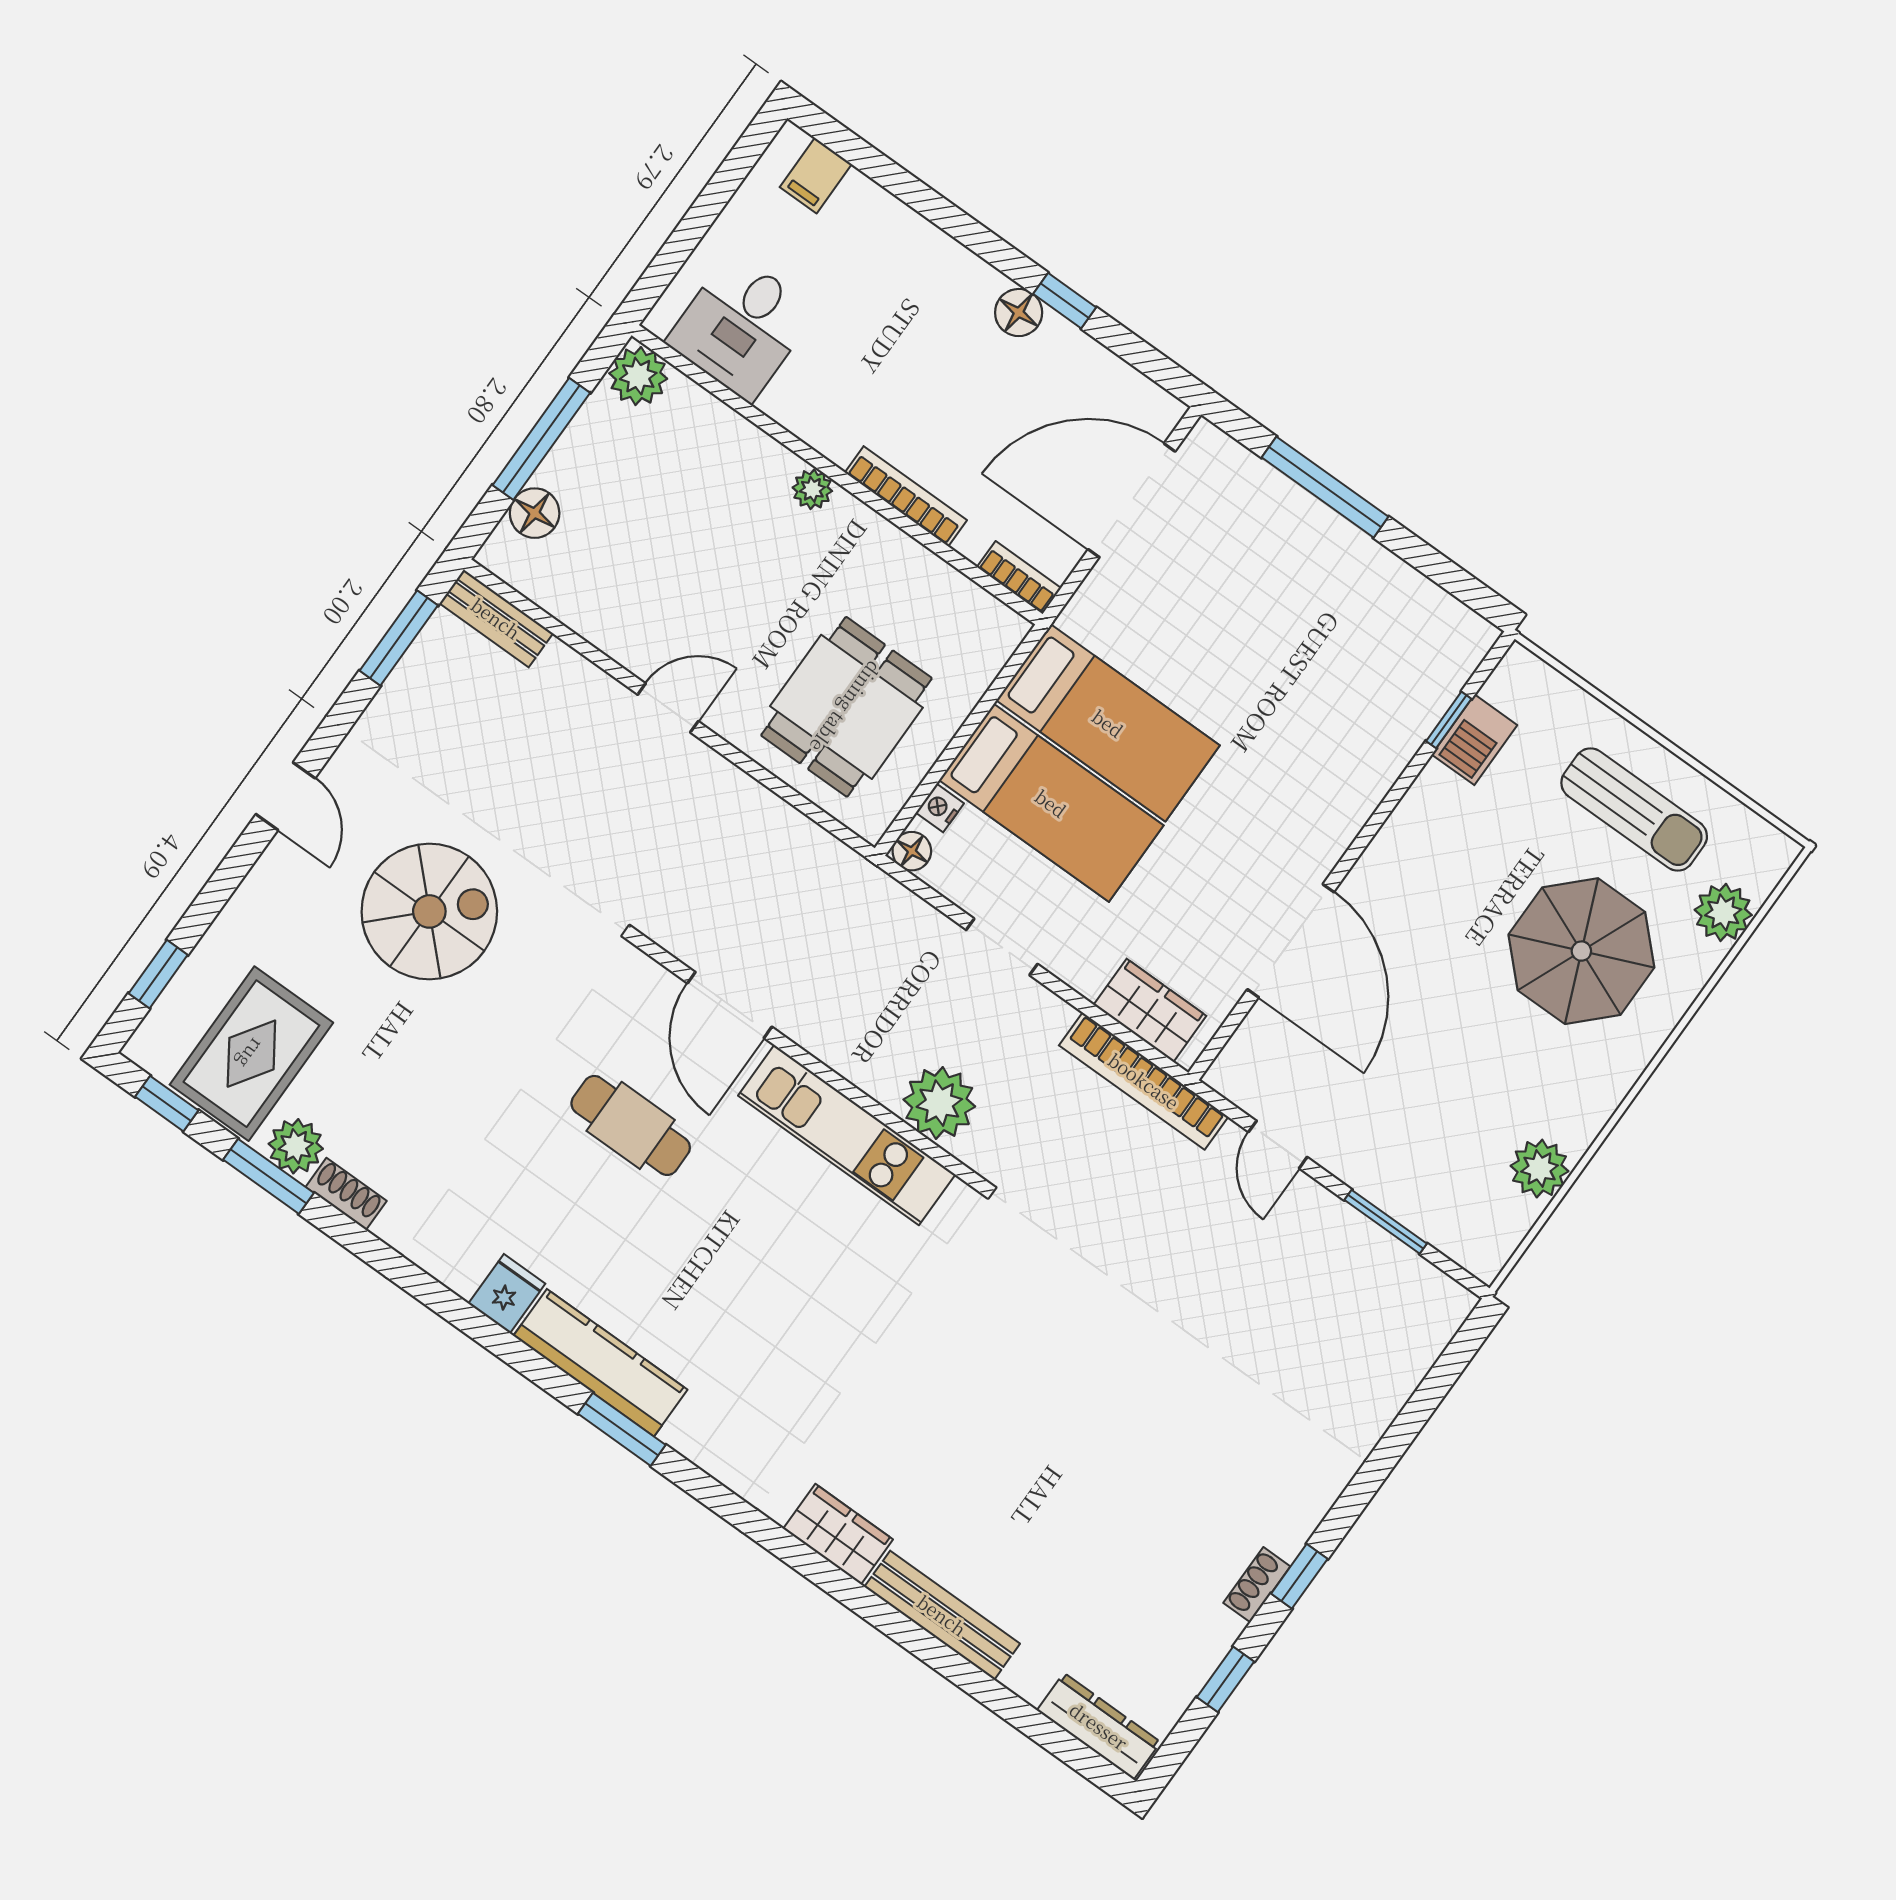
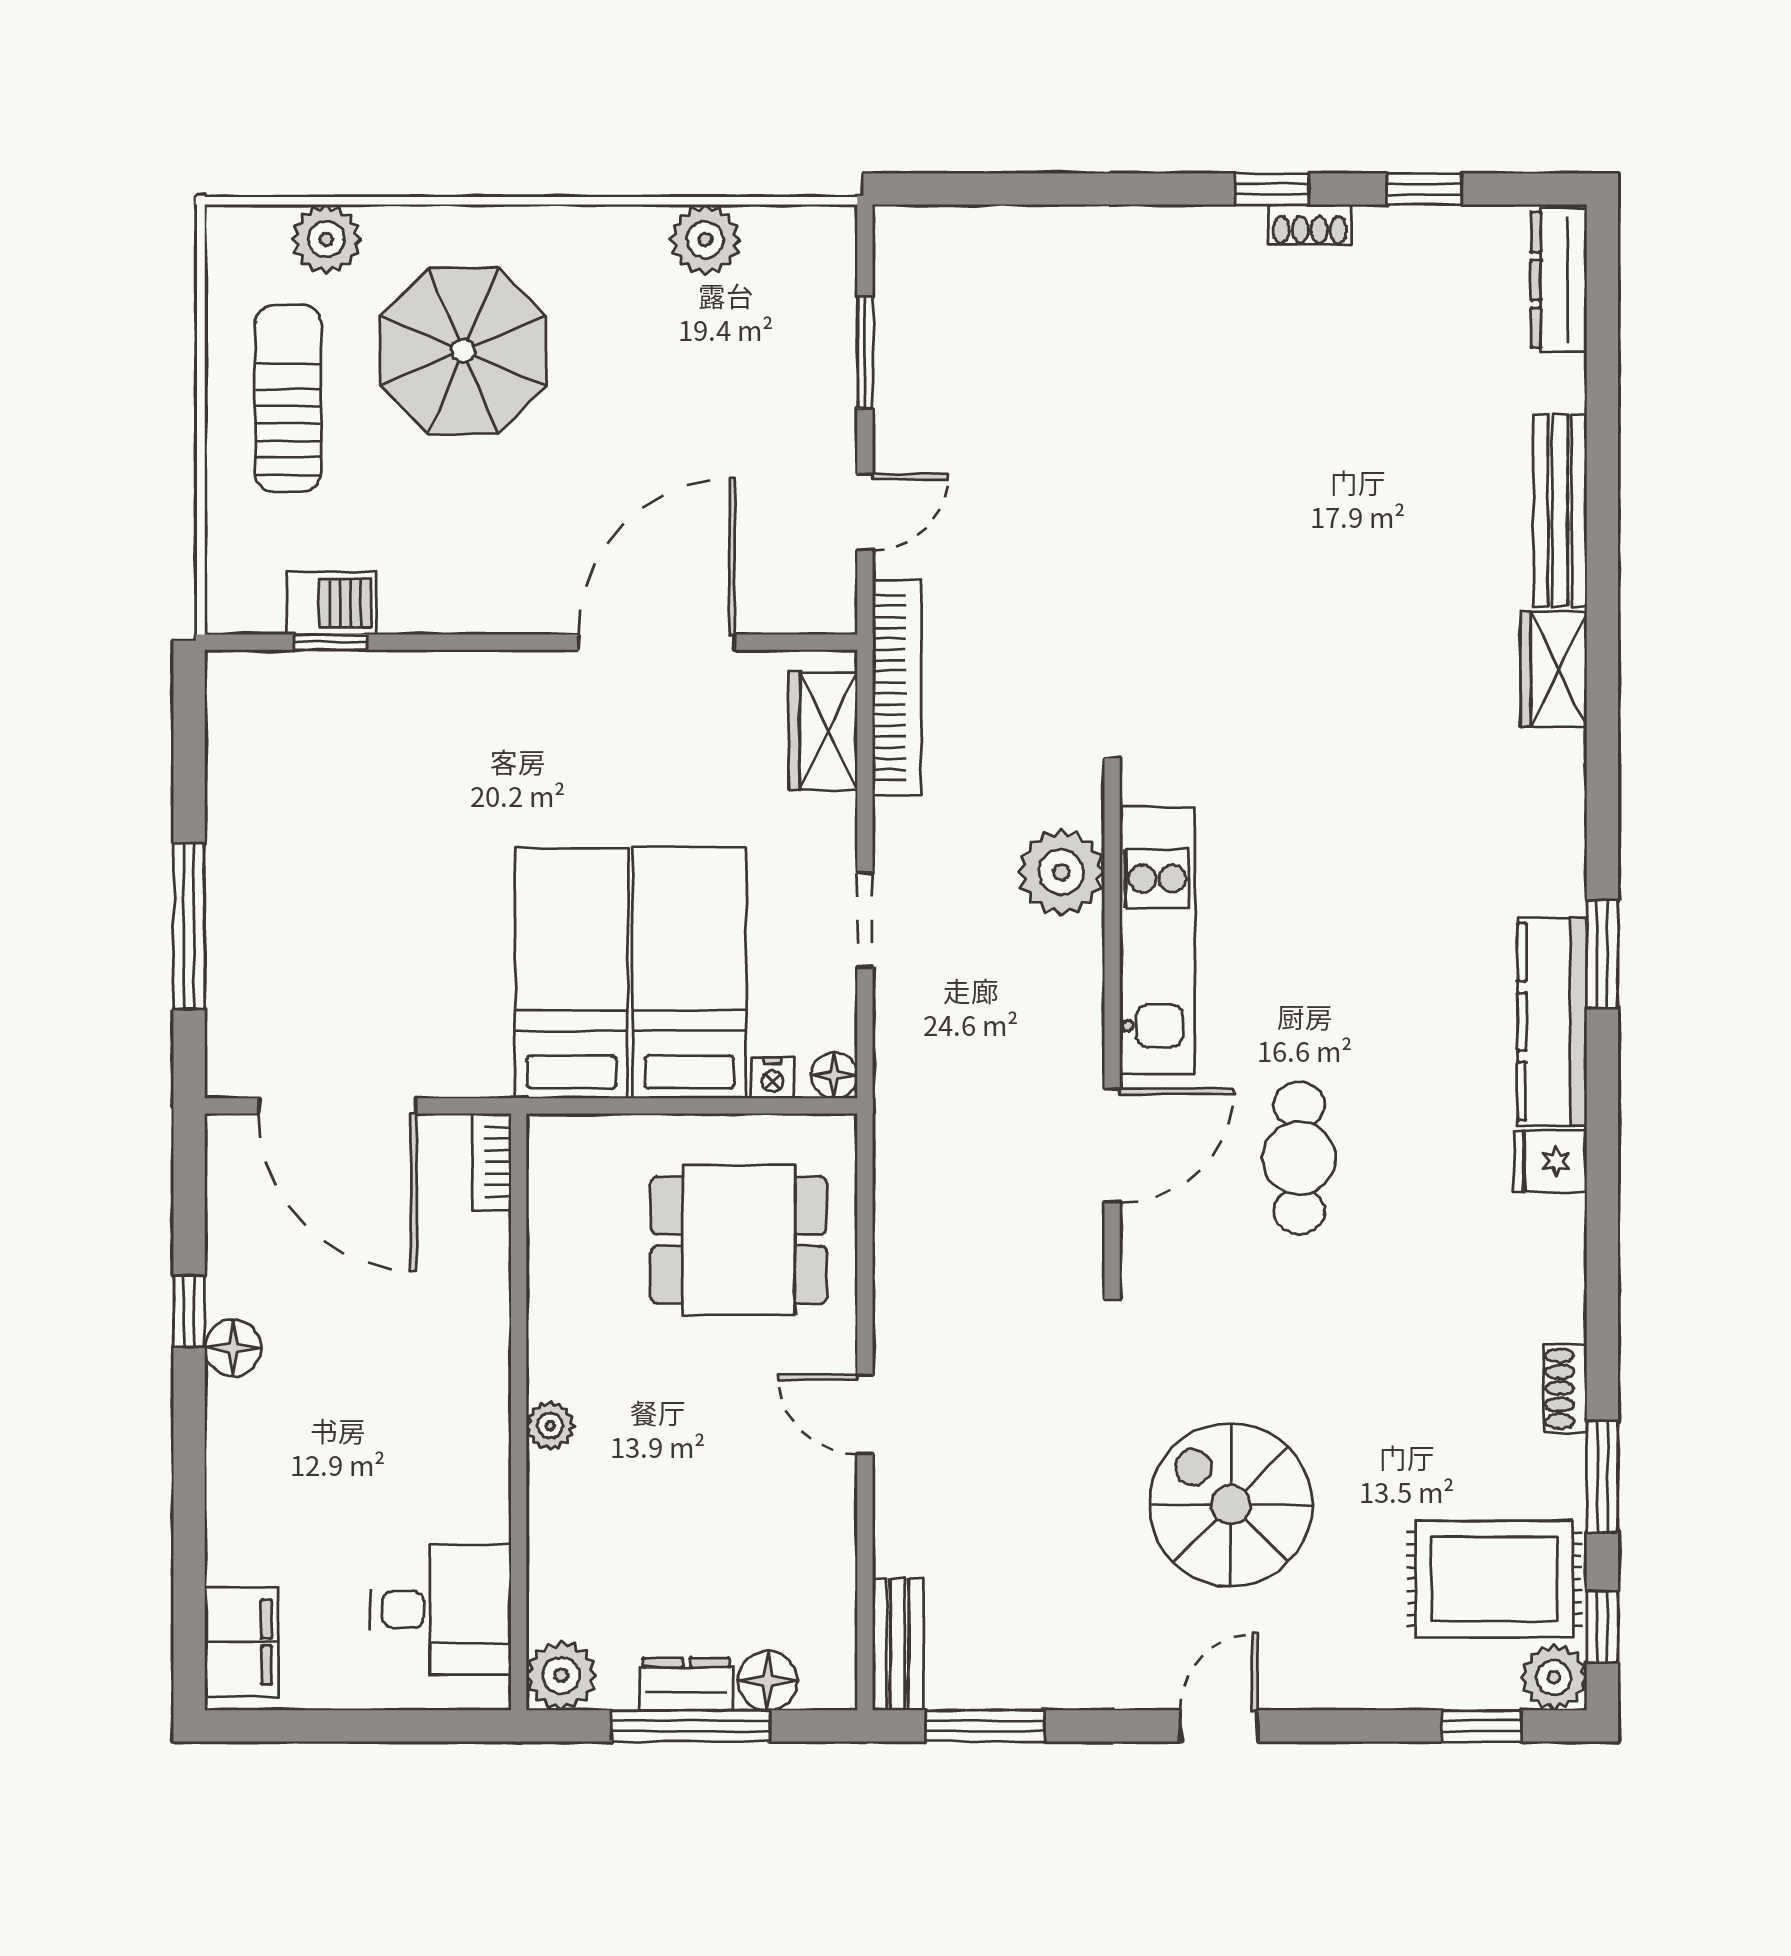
filing cabinet: (816, 176) -> (241, 1642), width x2.00
dresser: (572, 456) -> (686, 1684), added
bookcase: (906, 496) -> (492, 1329), removed
plant: (296, 1146) -> (1554, 1677), moved

